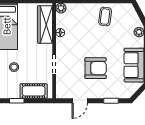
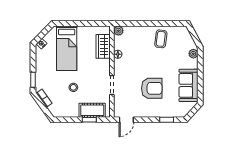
wardrobe: (45, 24) -> (103, 46), width x0.67
window: (17, 101) -> (89, 120), moved
door: (80, 101) -> (126, 120), moved

